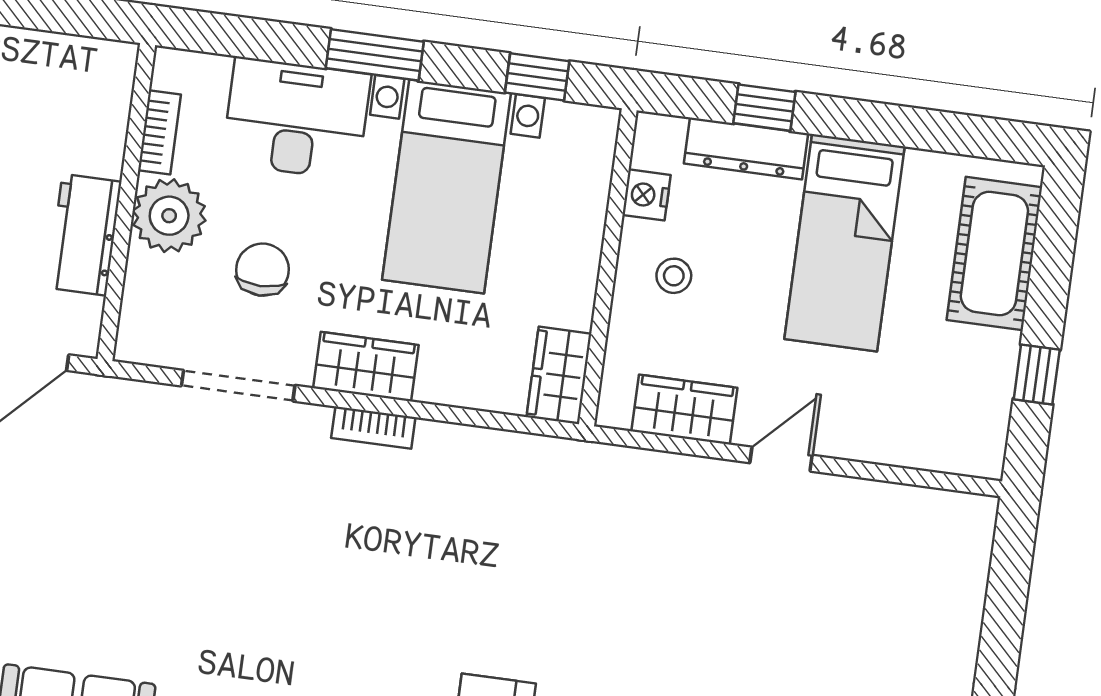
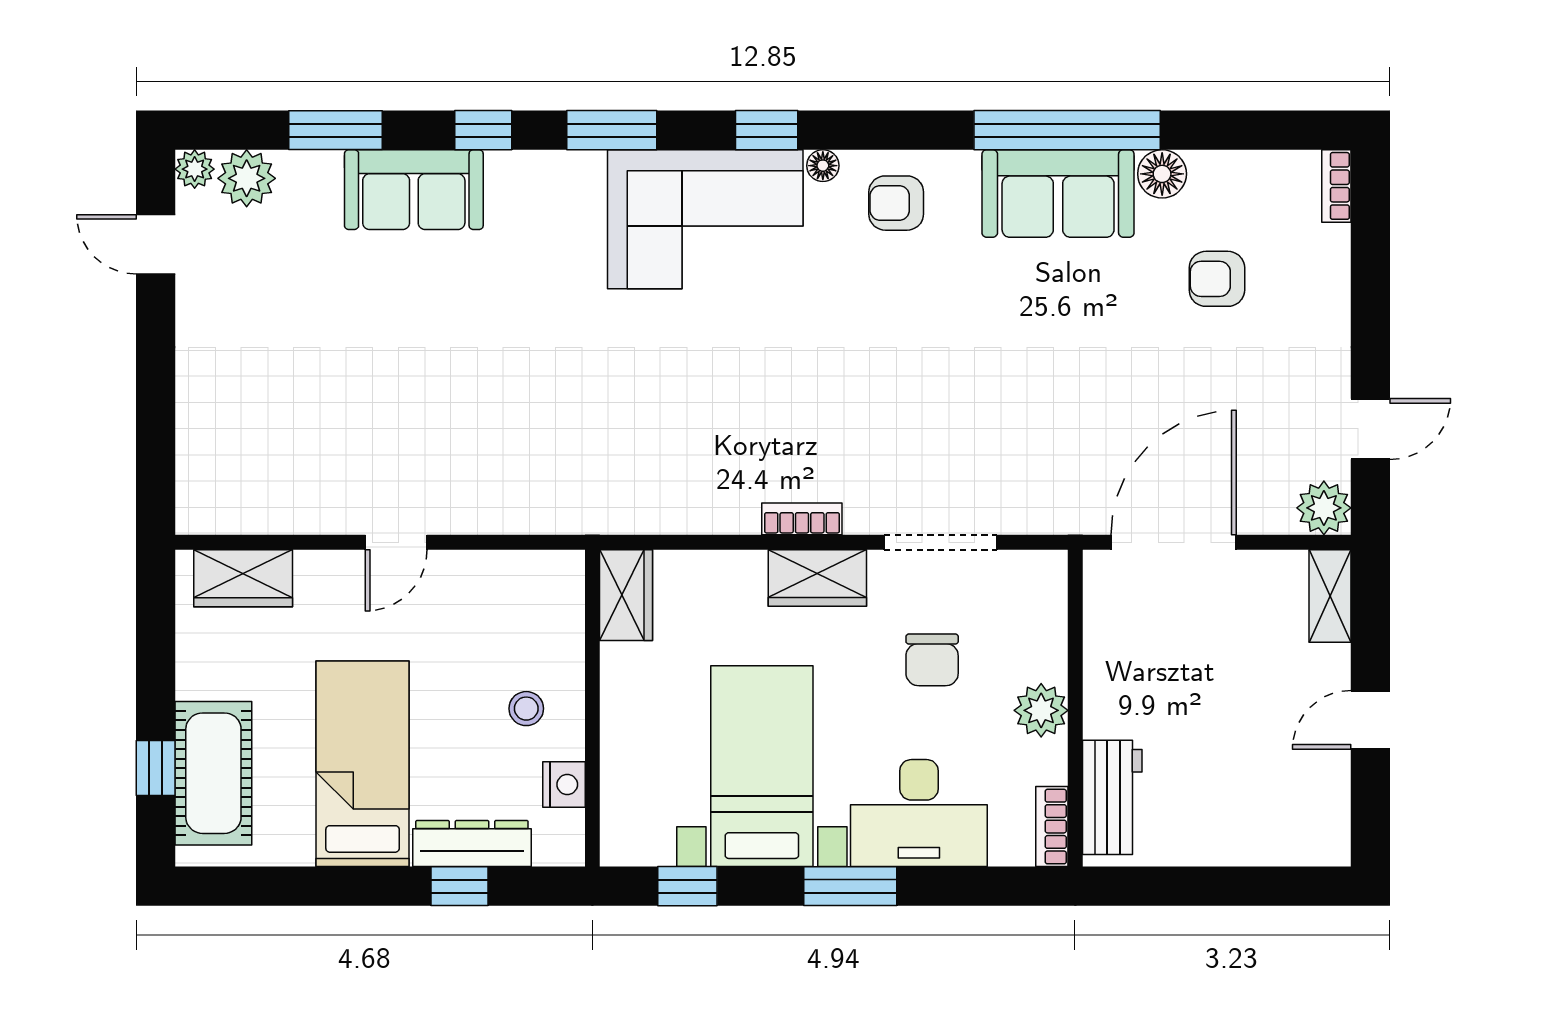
bookcase: (159, 132) -> (1052, 827), moved
plant: (169, 216) -> (1041, 710), width x0.73, depth x0.73
workbench: (84, 235) -> (1112, 797), moved
window: (1037, 375) -> (156, 768), moved
wardrobe: (684, 410) -> (243, 578), moved

